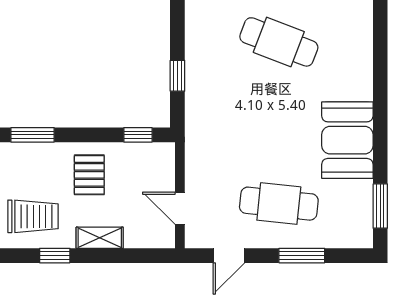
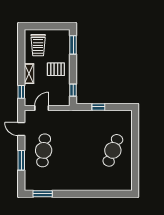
booth: (347, 140) -> (71, 180), removed
window: (55, 256) -> (21, 92), moved

